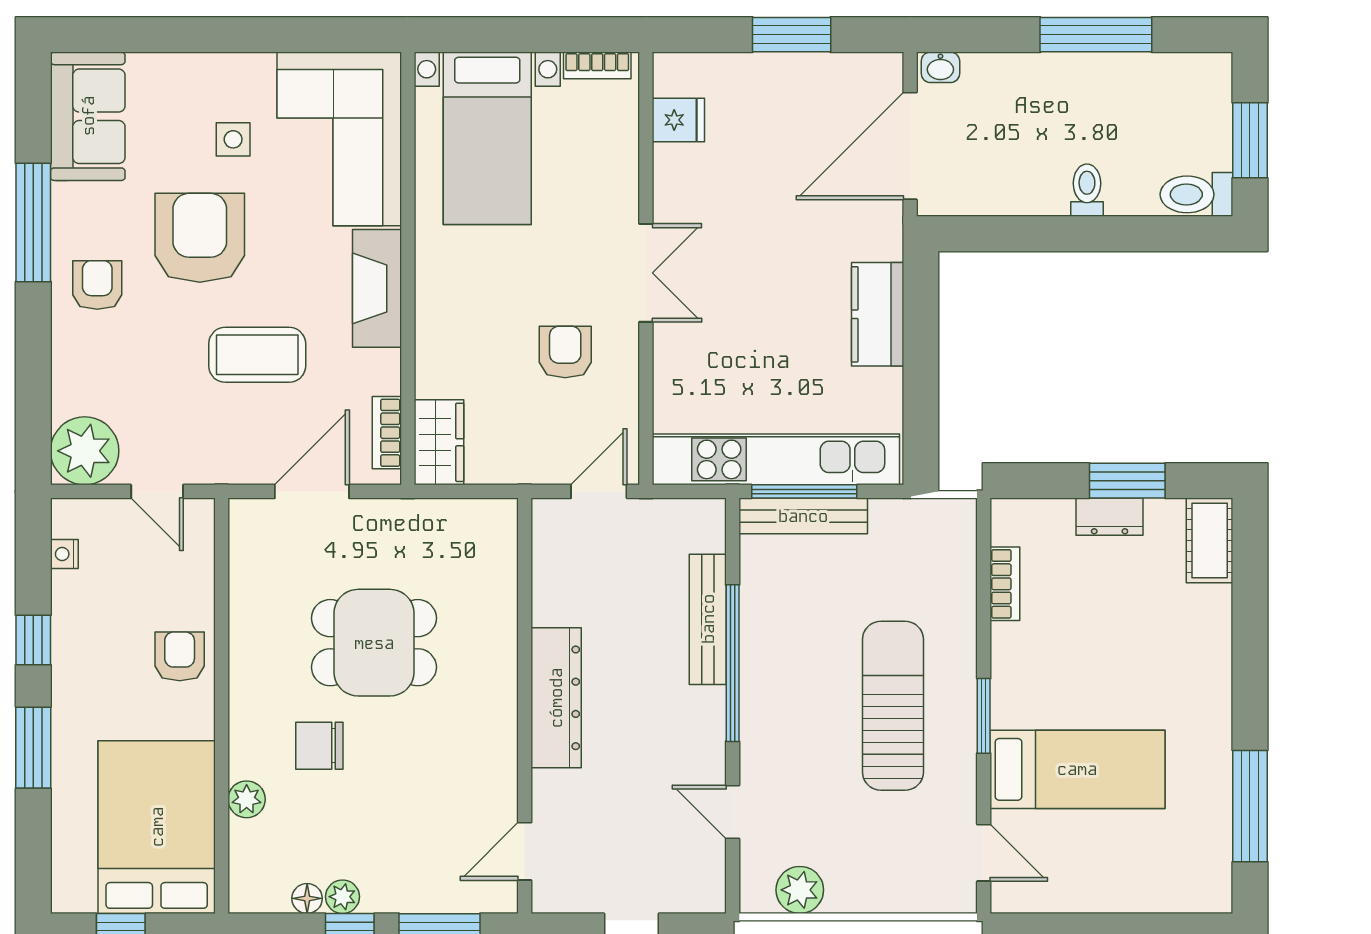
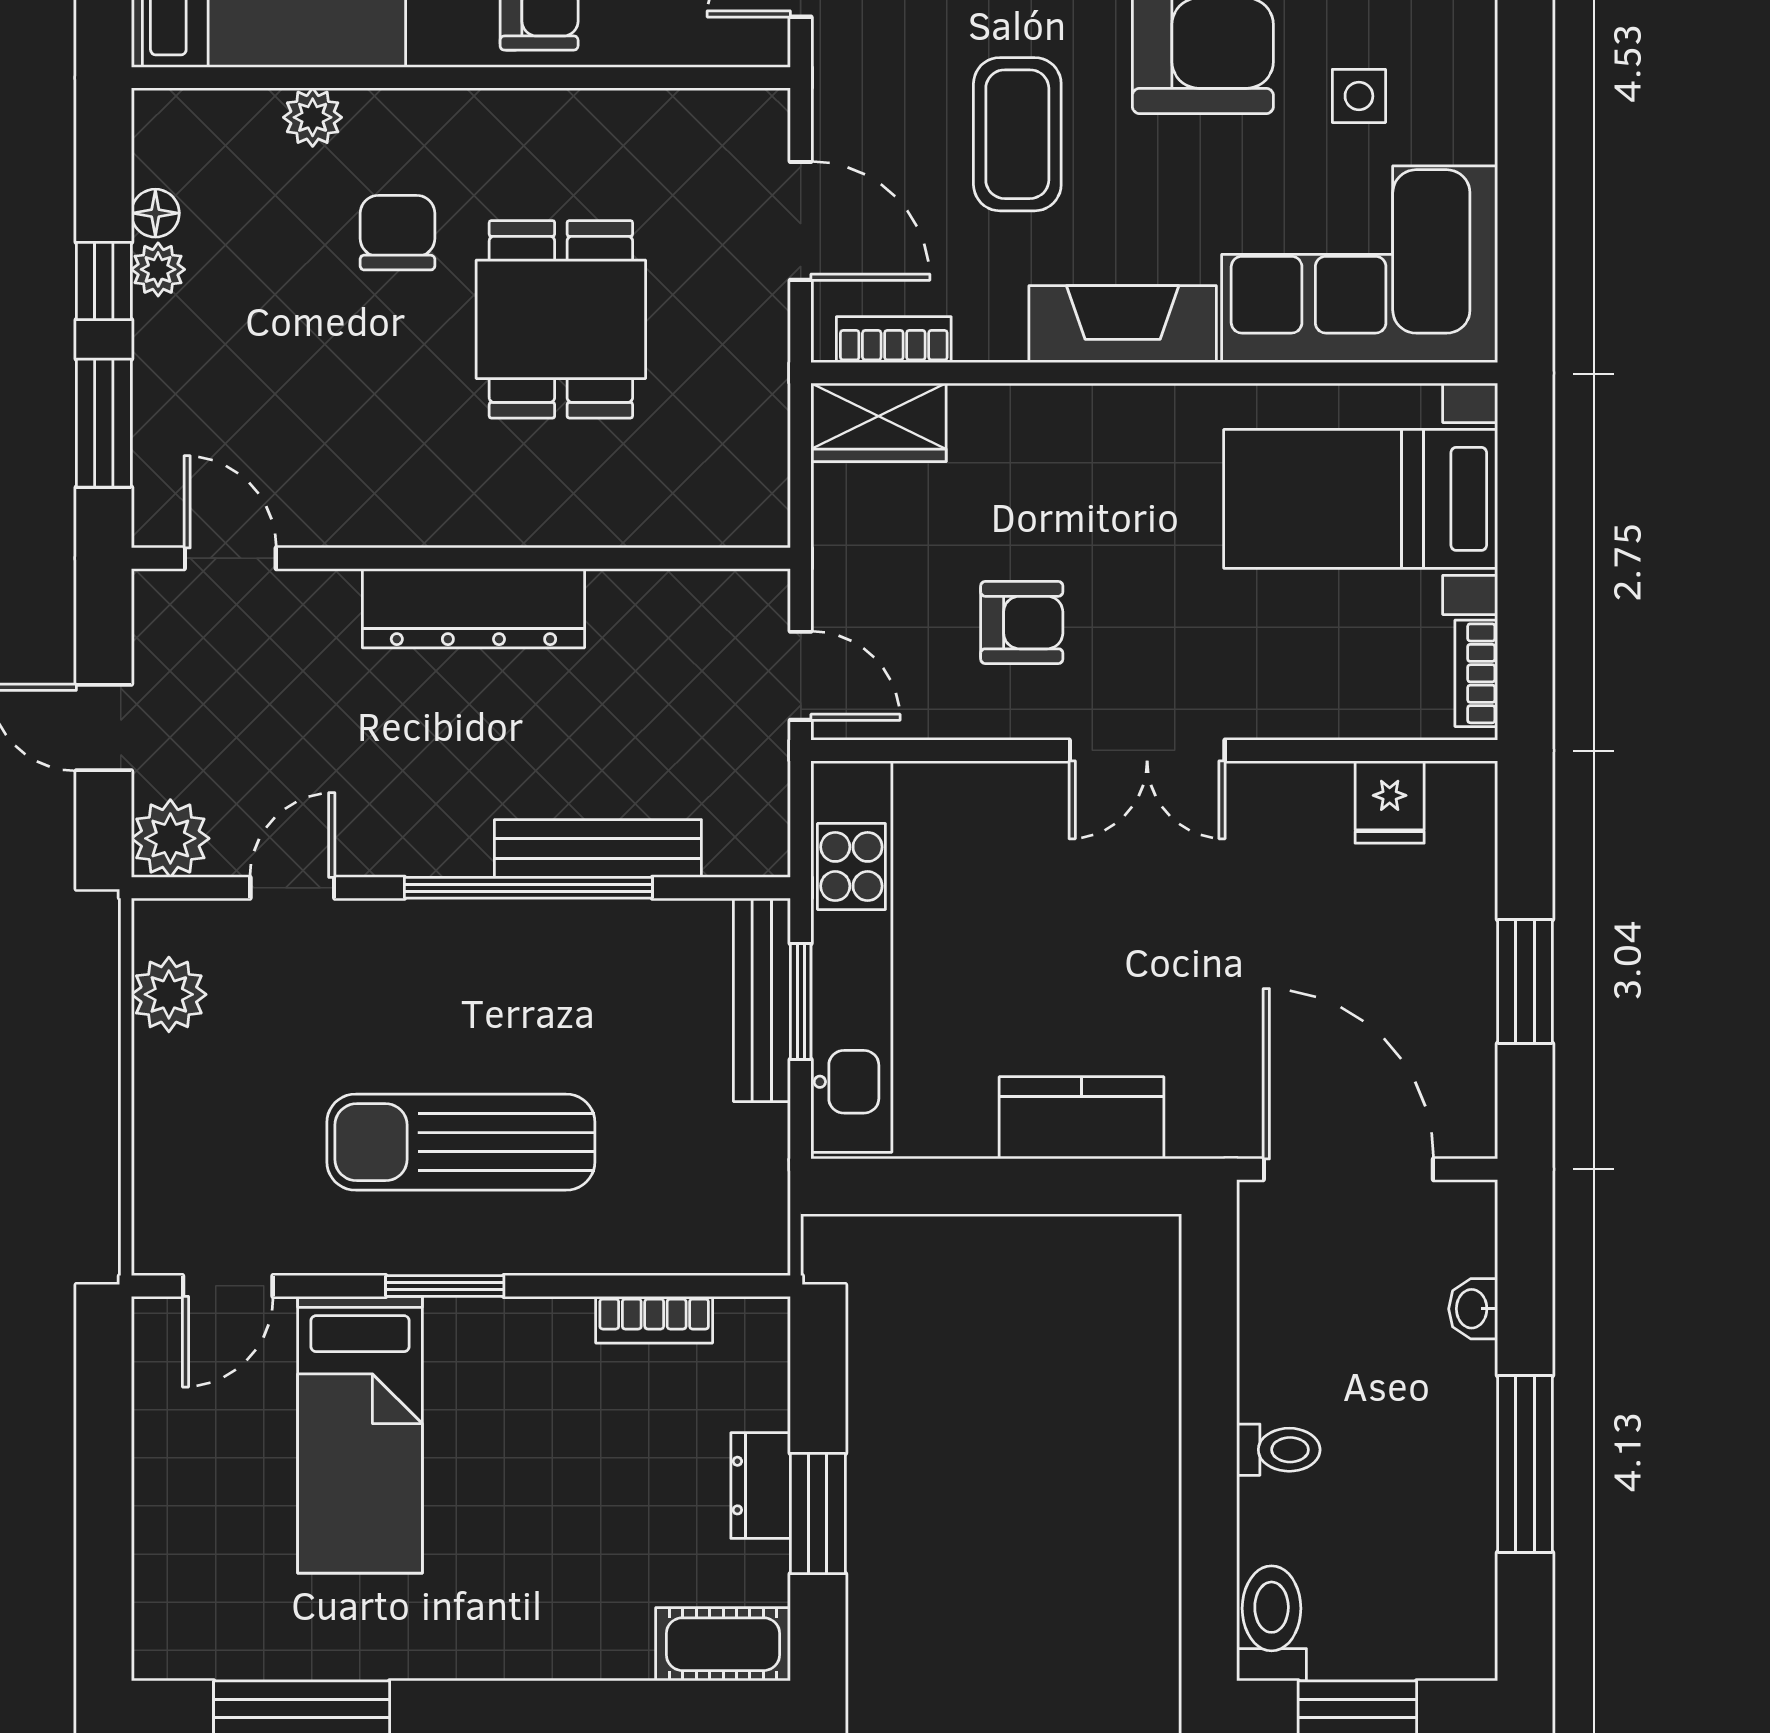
washbasin: (940, 67) -> (1473, 1309), moved
window: (804, 491) -> (801, 1001), width x0.69
sun lounger: (893, 706) -> (461, 1142), turned 180
plant: (701, 889) -> (170, 838), added

